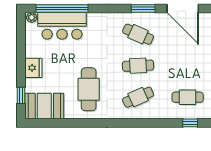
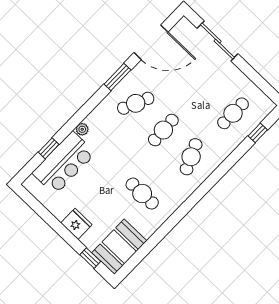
window: (62, 8) -> (49, 148), width x0.32
plant: (32, 17) -> (82, 129), moved
cafe table: (89, 89) -> (142, 194), width x0.73, depth x0.74

